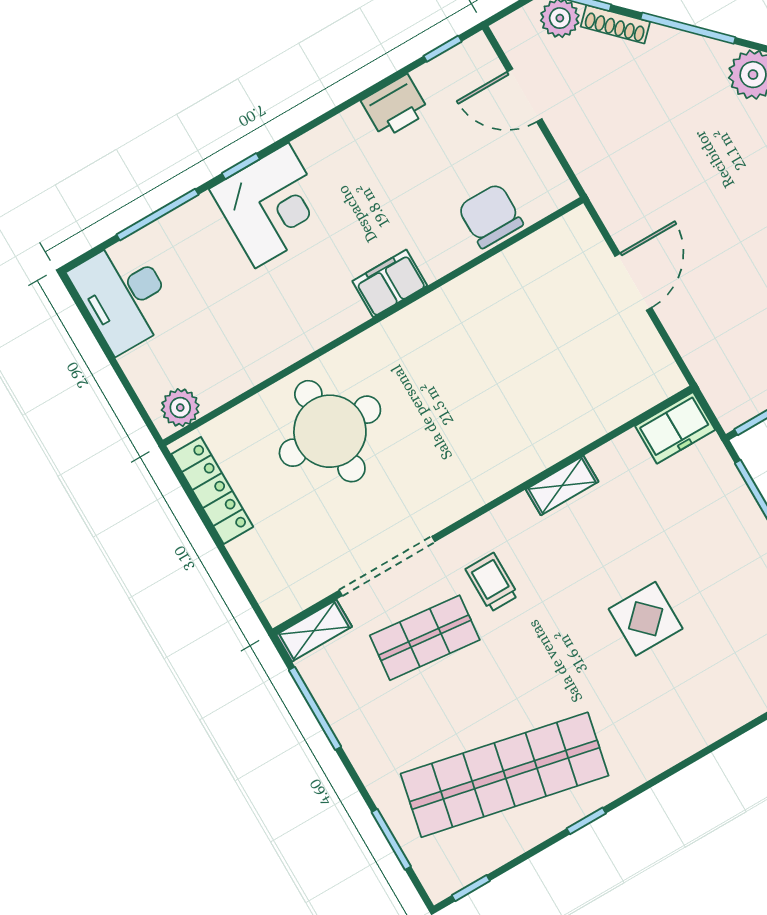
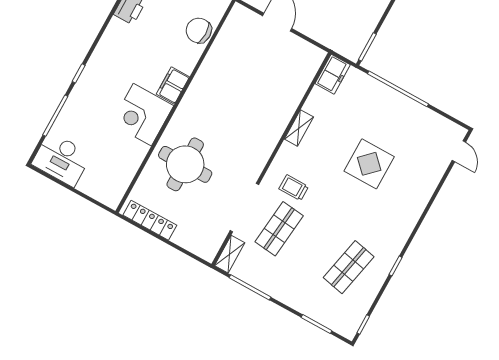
corner desk: (272, 206) -> (142, 115), moved, turned 180
plant: (180, 408) -> (115, 193), removed
display table: (646, 619) -> (369, 164), width x1.36, depth x1.36
shop shelf: (505, 775) -> (349, 267), width x0.50, depth x0.74

